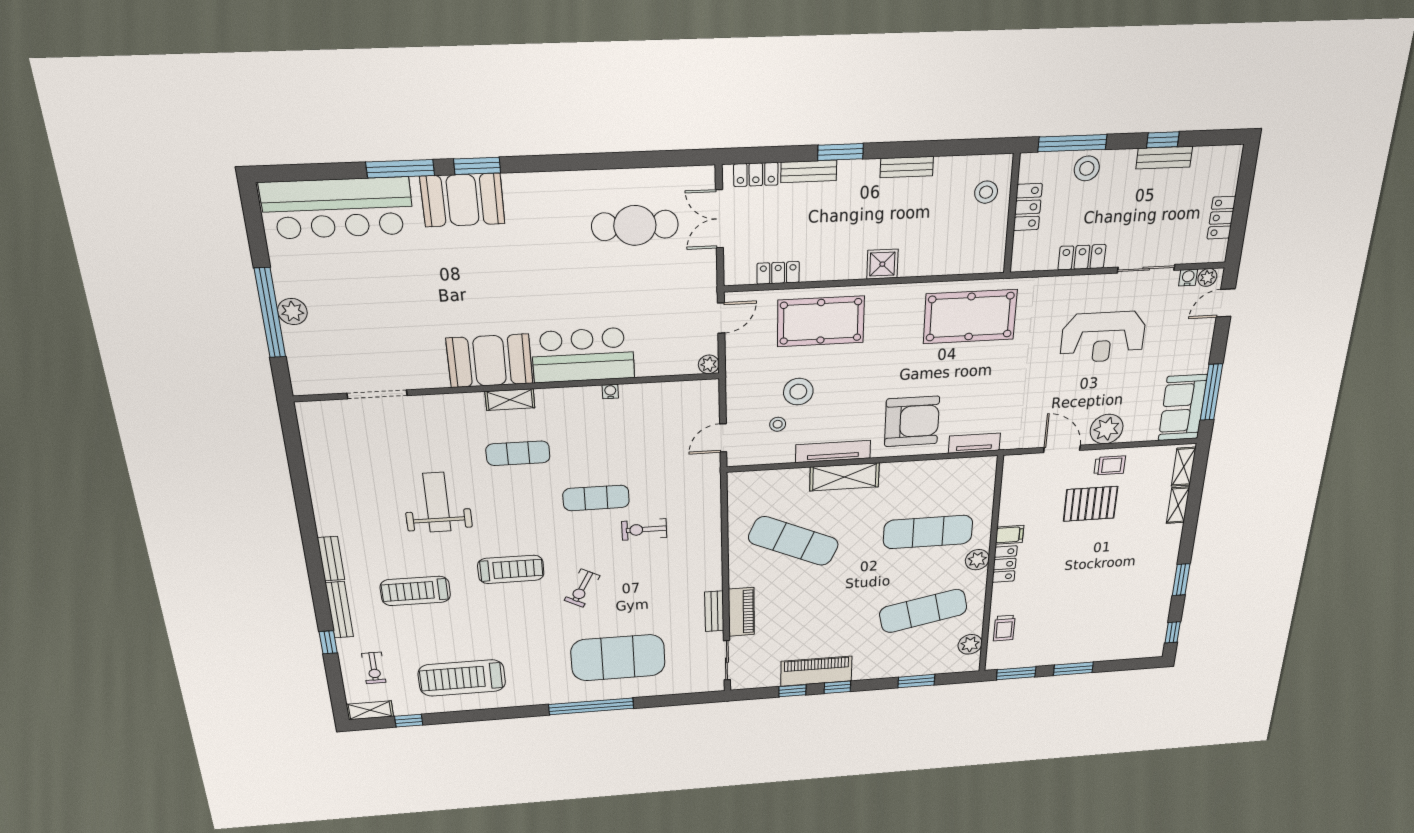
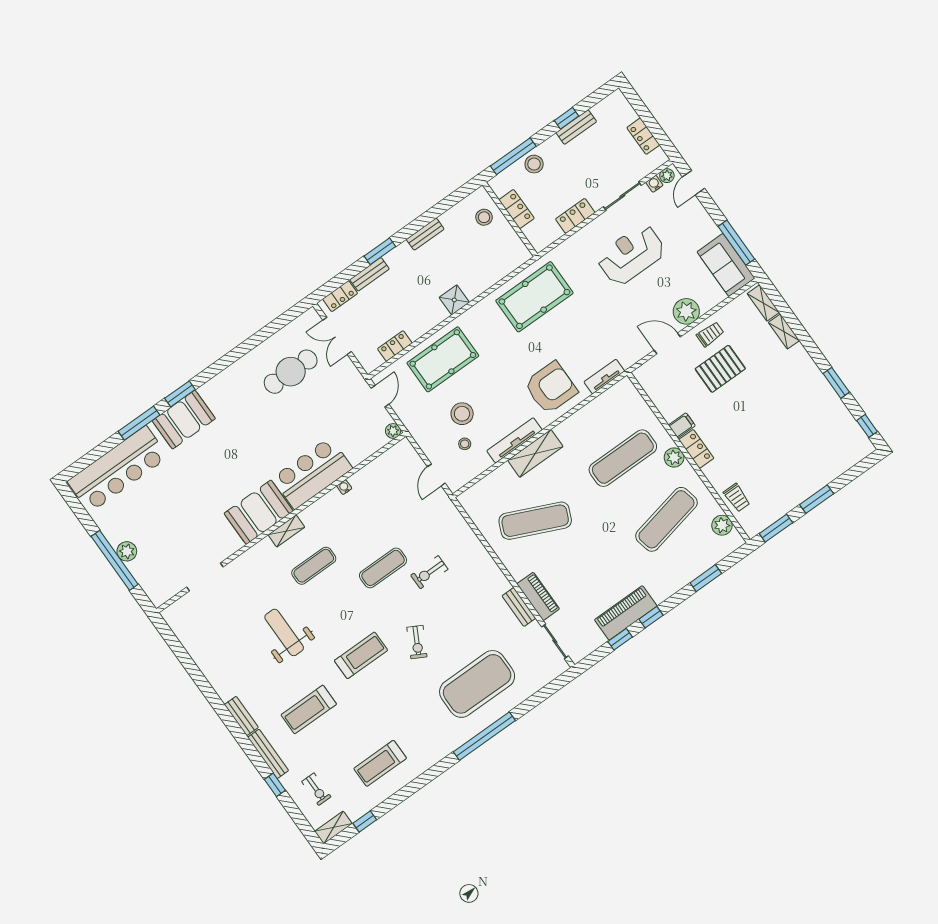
reception desk: (1103, 337) -> (631, 255), turned 180
treadmill: (462, 678) -> (380, 763), width x0.73, depth x0.73

